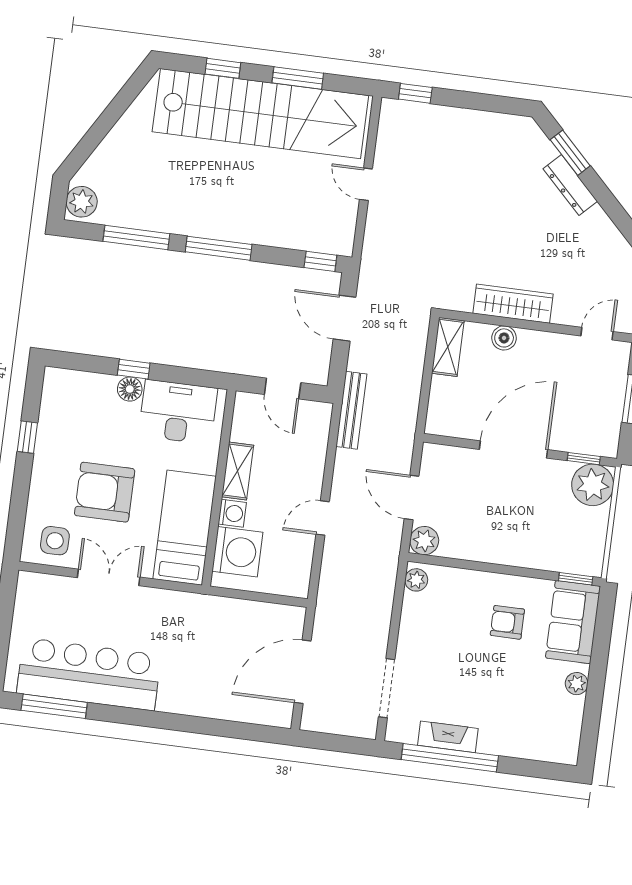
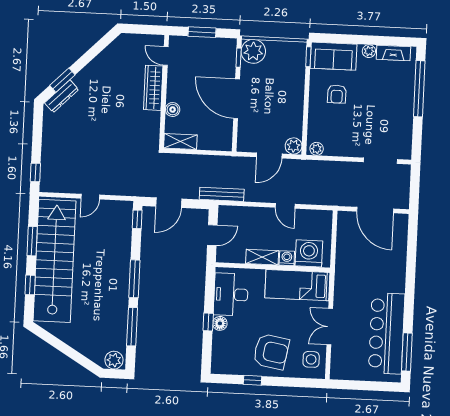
dresser: (570, 185) -> (62, 96), moved
wardrobe: (513, 304) -> (153, 88), moved
armchair: (105, 492) -> (271, 352), moved, turned -80
fireplace: (448, 737) -> (393, 53), moved, turned -90
window: (450, 758) -> (419, 89), moved

